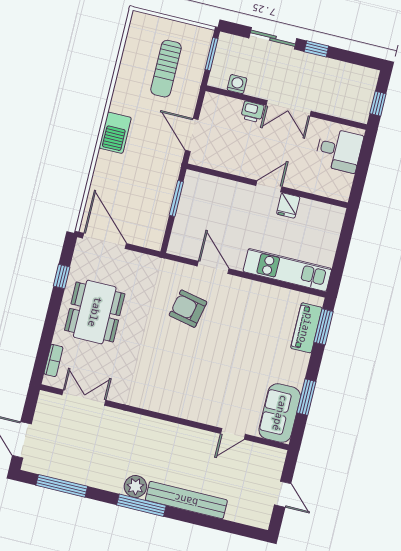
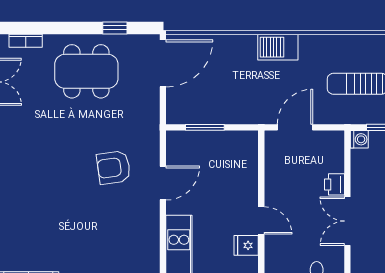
washing machine: (237, 84) -> (359, 139), moved
window: (176, 199) -> (205, 127), moved
armchair: (188, 309) -> (114, 167), turned -110

